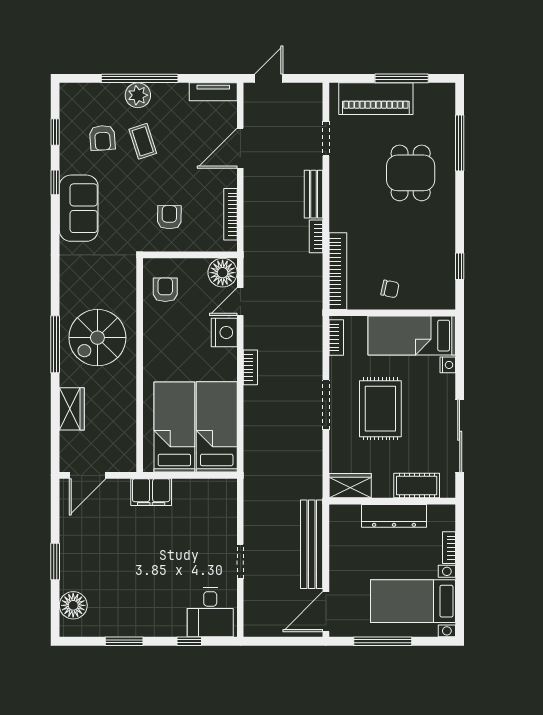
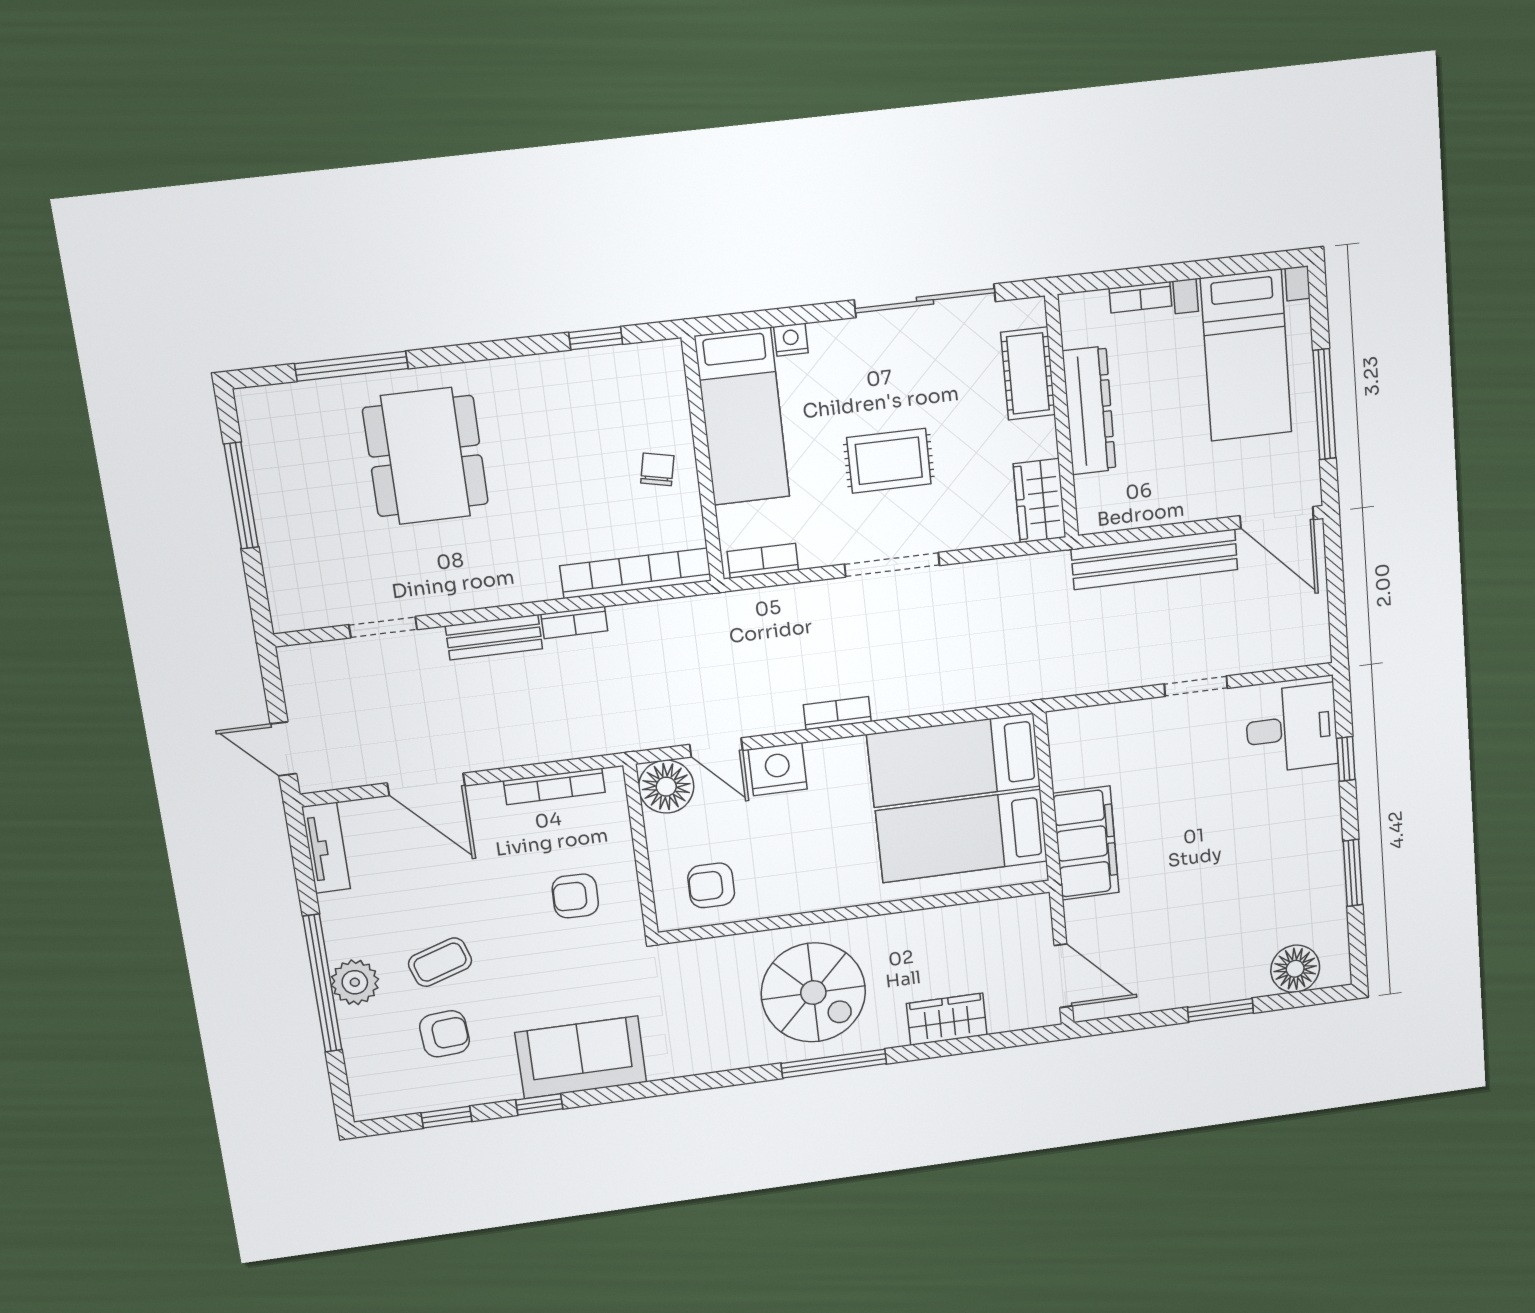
piano: (376, 99) -> (290, 541), removed
dining table: (411, 173) -> (426, 456), width x1.38
rug: (380, 409) -> (889, 461), width x0.73, depth x0.70
filing cabinet: (151, 492) -> (1086, 843), width x1.50, depth x1.17

